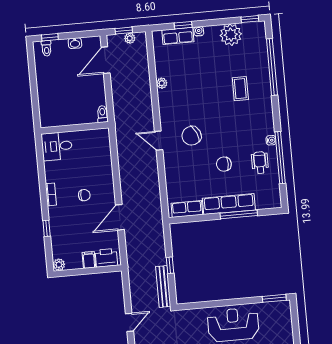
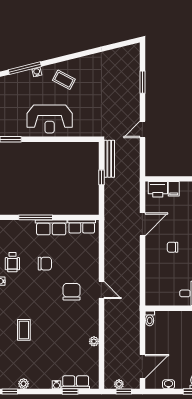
plant: (231, 35) -> (24, 384), width x0.53, depth x0.53
chair: (192, 136) -> (72, 292), turned -66
row of seats: (229, 204) -> (51, 227), width x0.68

